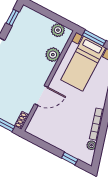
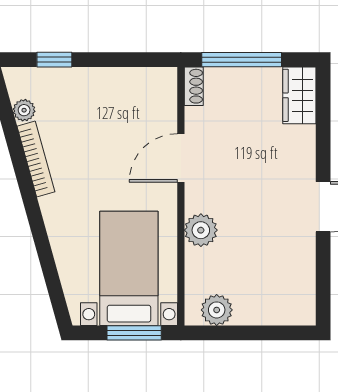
window: (13, 18) -> (323, 287), removed
plant: (53, 55) -> (201, 230), moved

